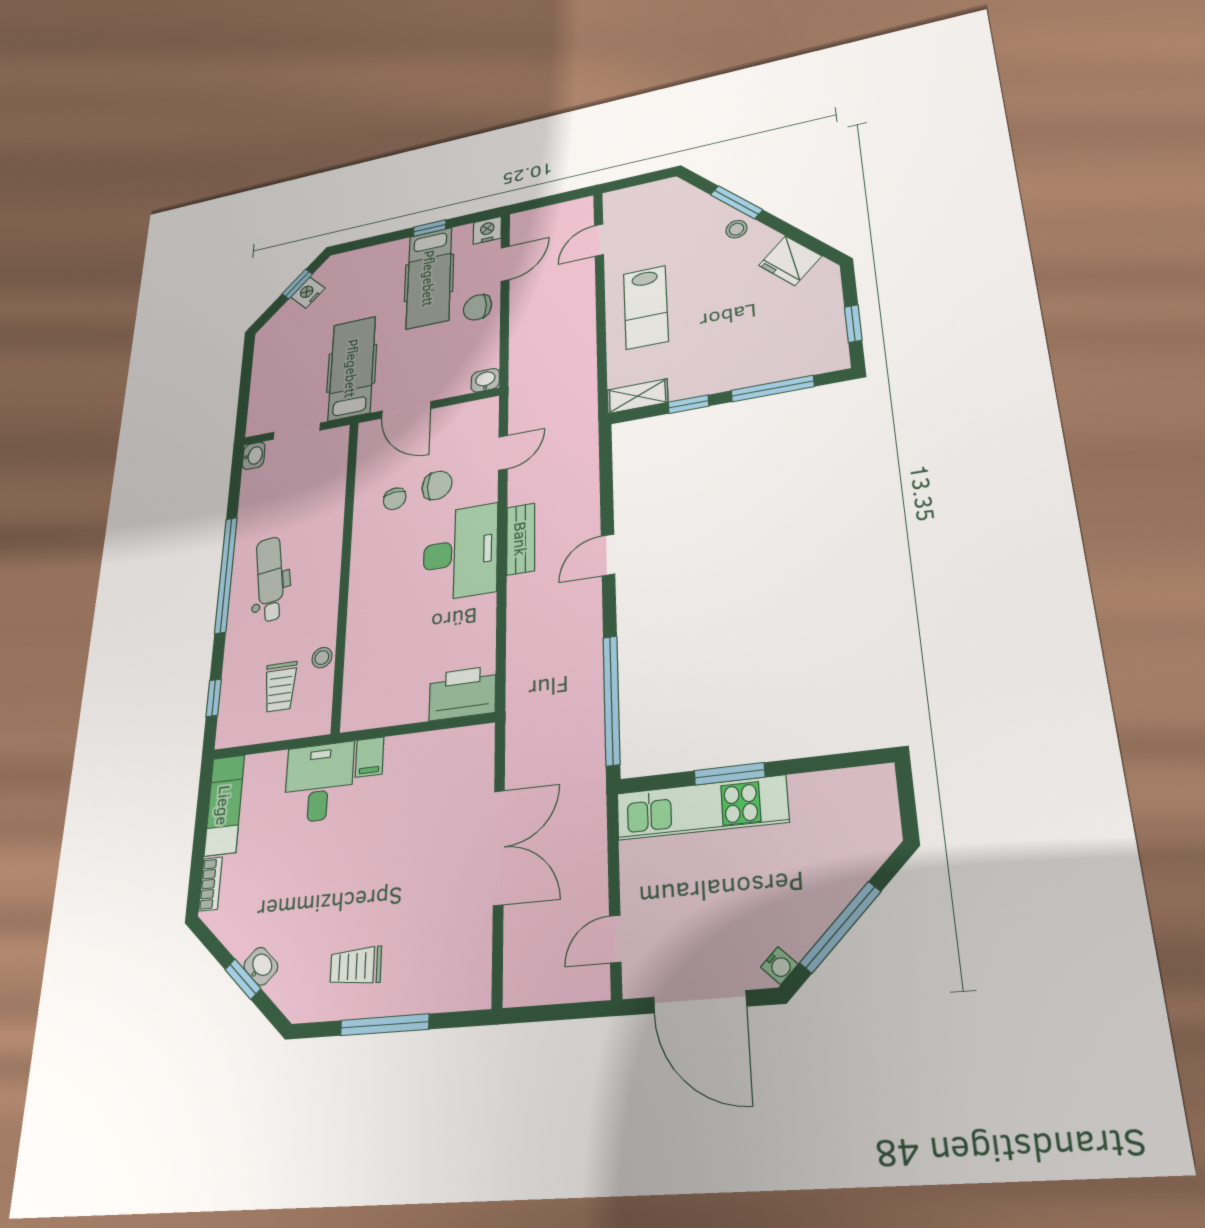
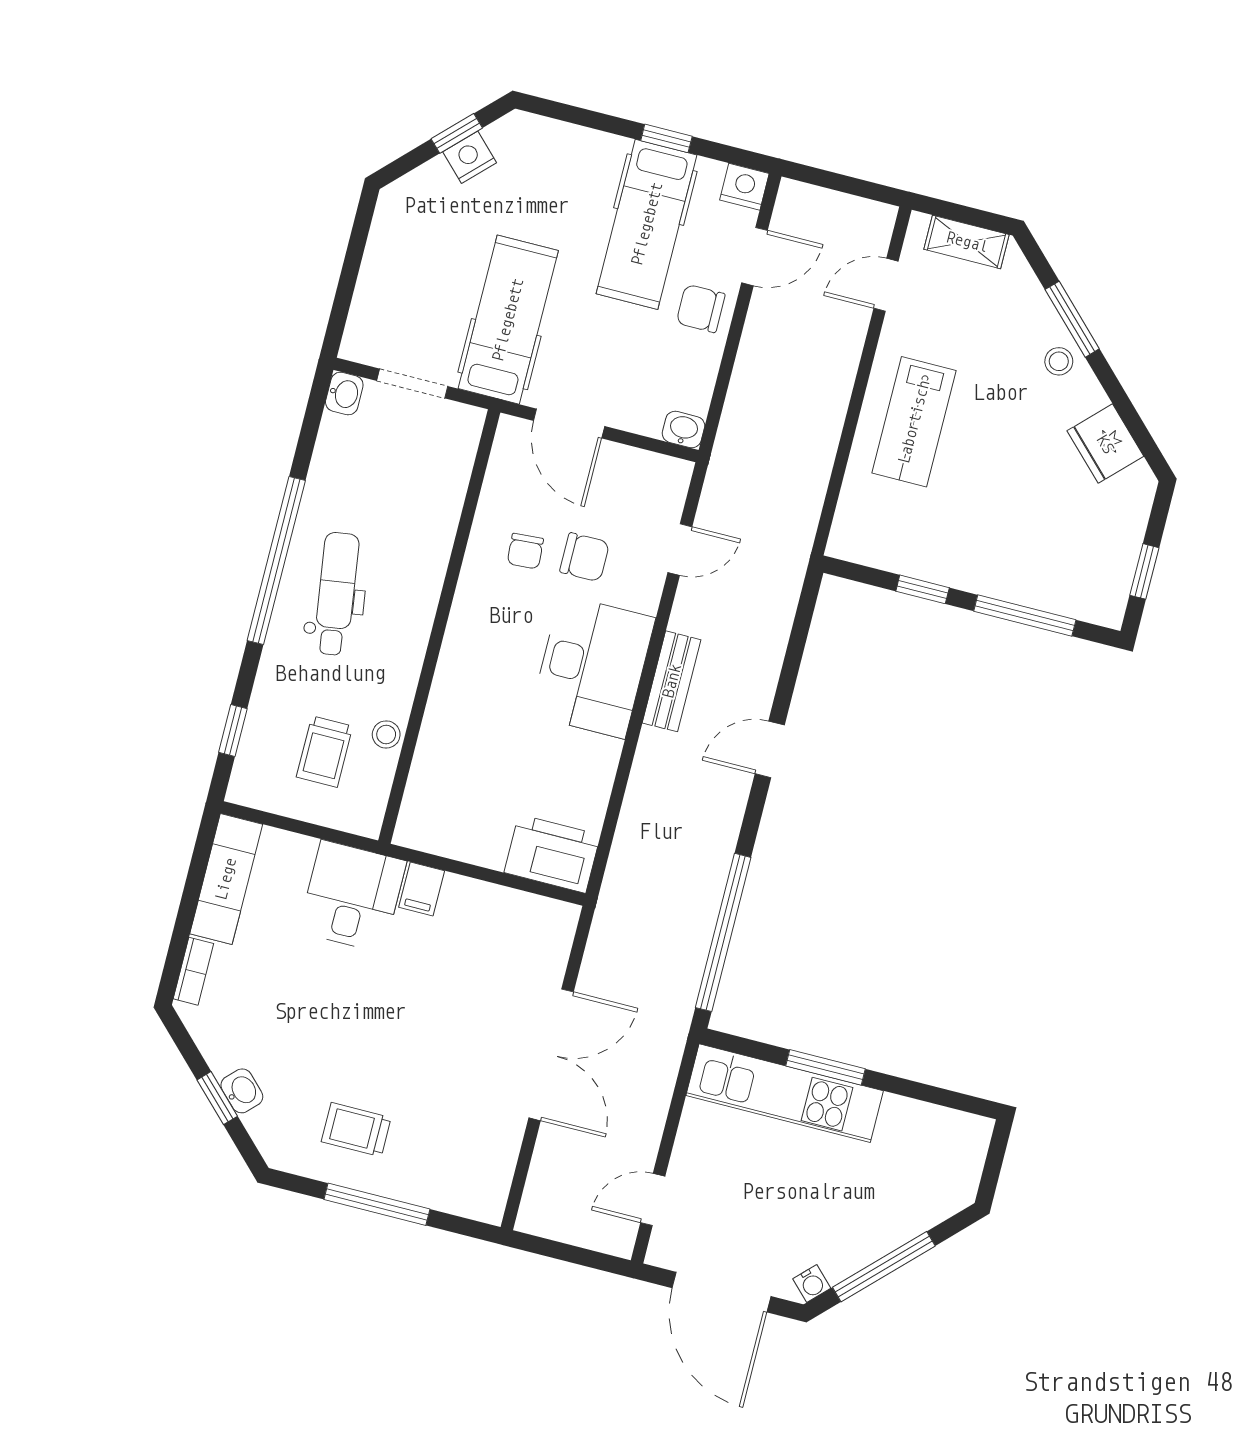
shelving: (637, 396) -> (967, 242), moved

